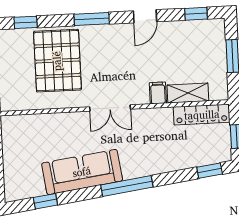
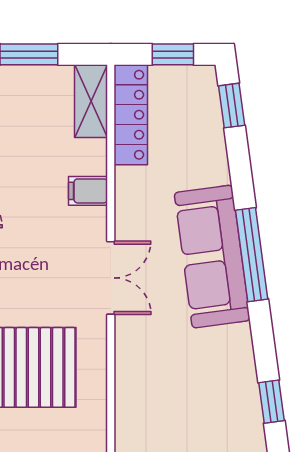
shelving: (188, 93) -> (91, 101), moved
sofa: (82, 172) -> (212, 257), moved

